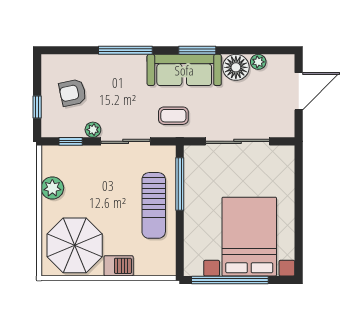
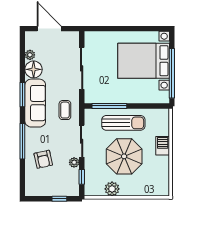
armchair: (73, 93) -> (43, 159), moved
parasol: (75, 245) -> (124, 156), moved

